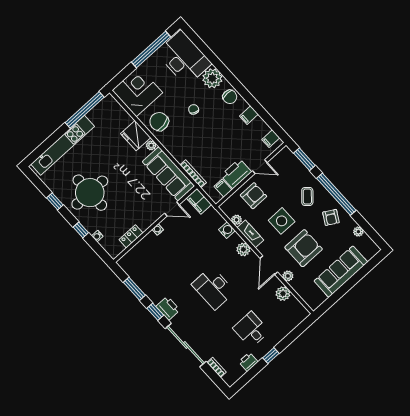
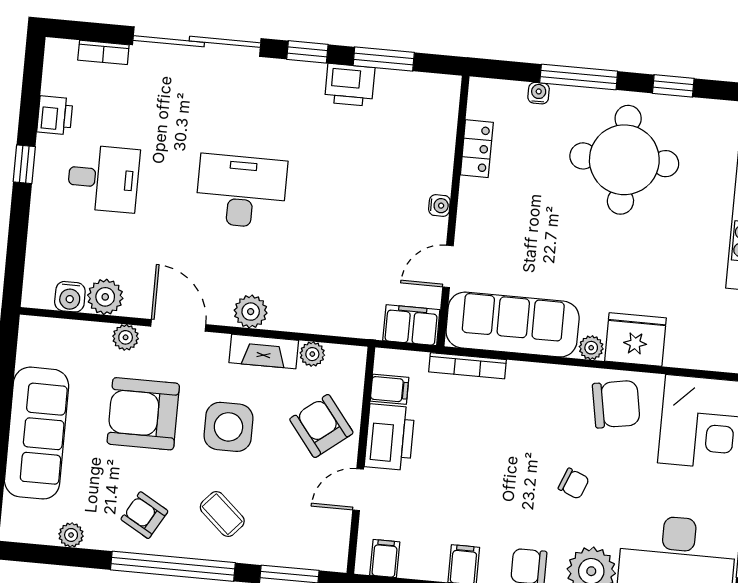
armchair: (253, 196) -> (321, 426), turned 142
window: (81, 230) -> (579, 77), width x2.17
water cooler: (227, 230) -> (70, 297), moved
armchair: (304, 248) -> (143, 414), turned 90
printer: (168, 308) -> (350, 85), moved

